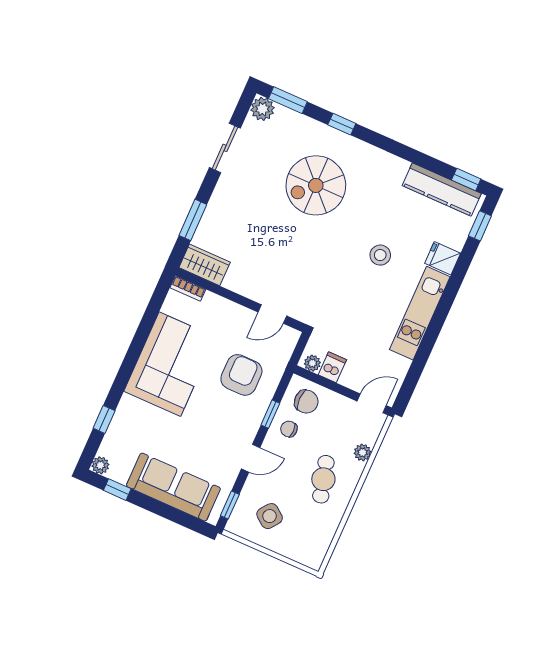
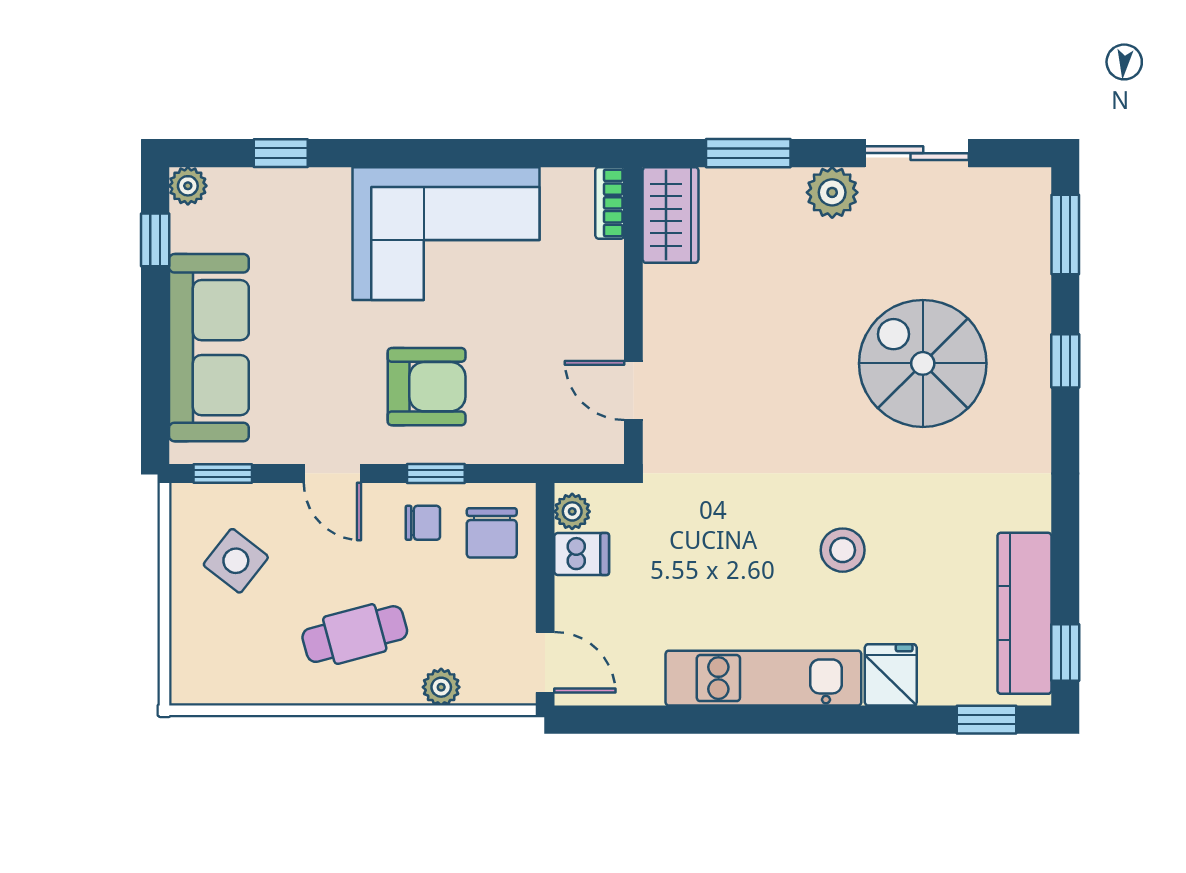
plant: (262, 109) -> (832, 192), moved
armchair: (241, 375) -> (427, 387), moved
chair: (289, 429) -> (423, 523), turned 90

